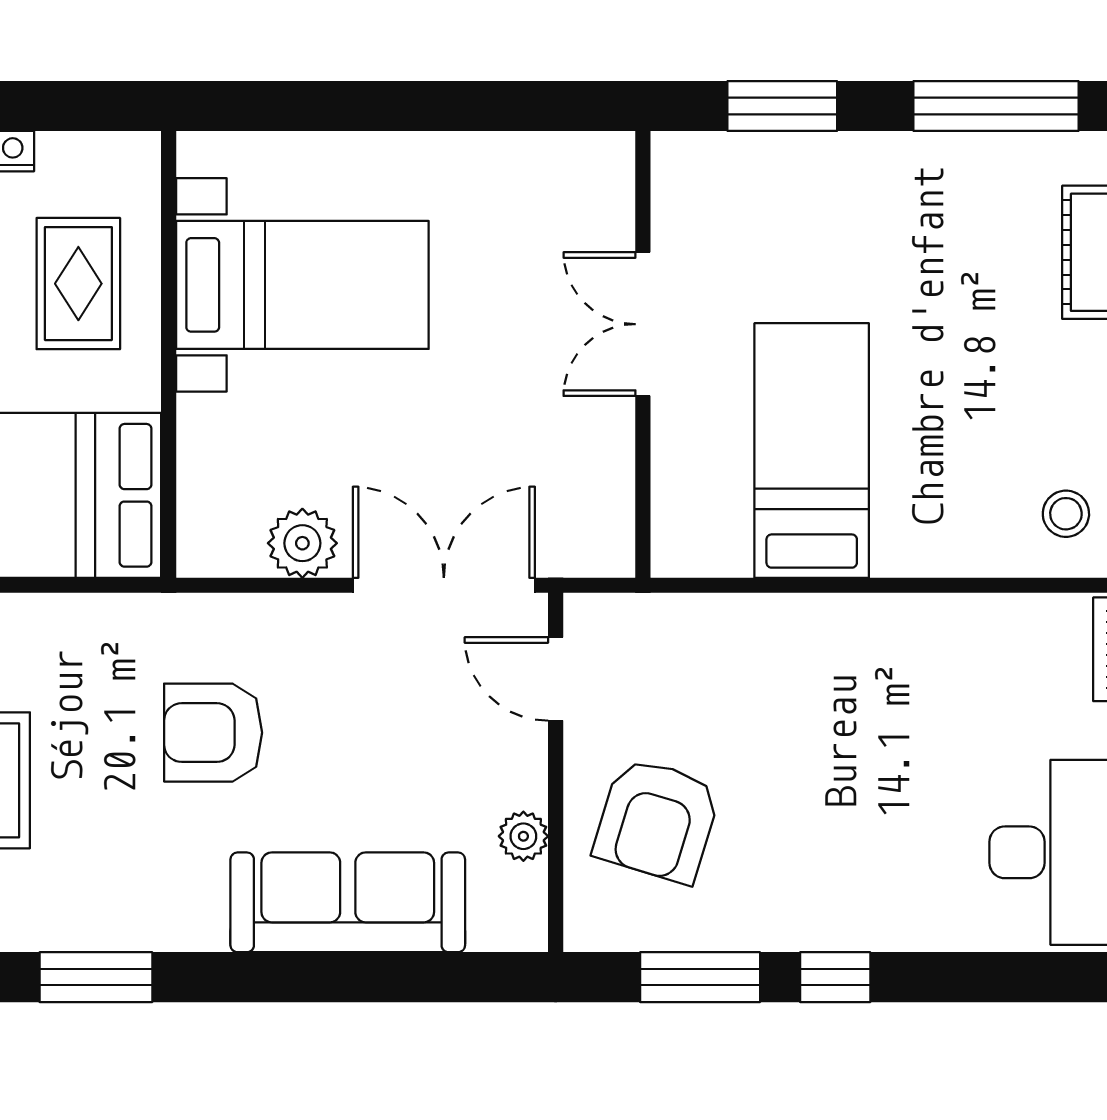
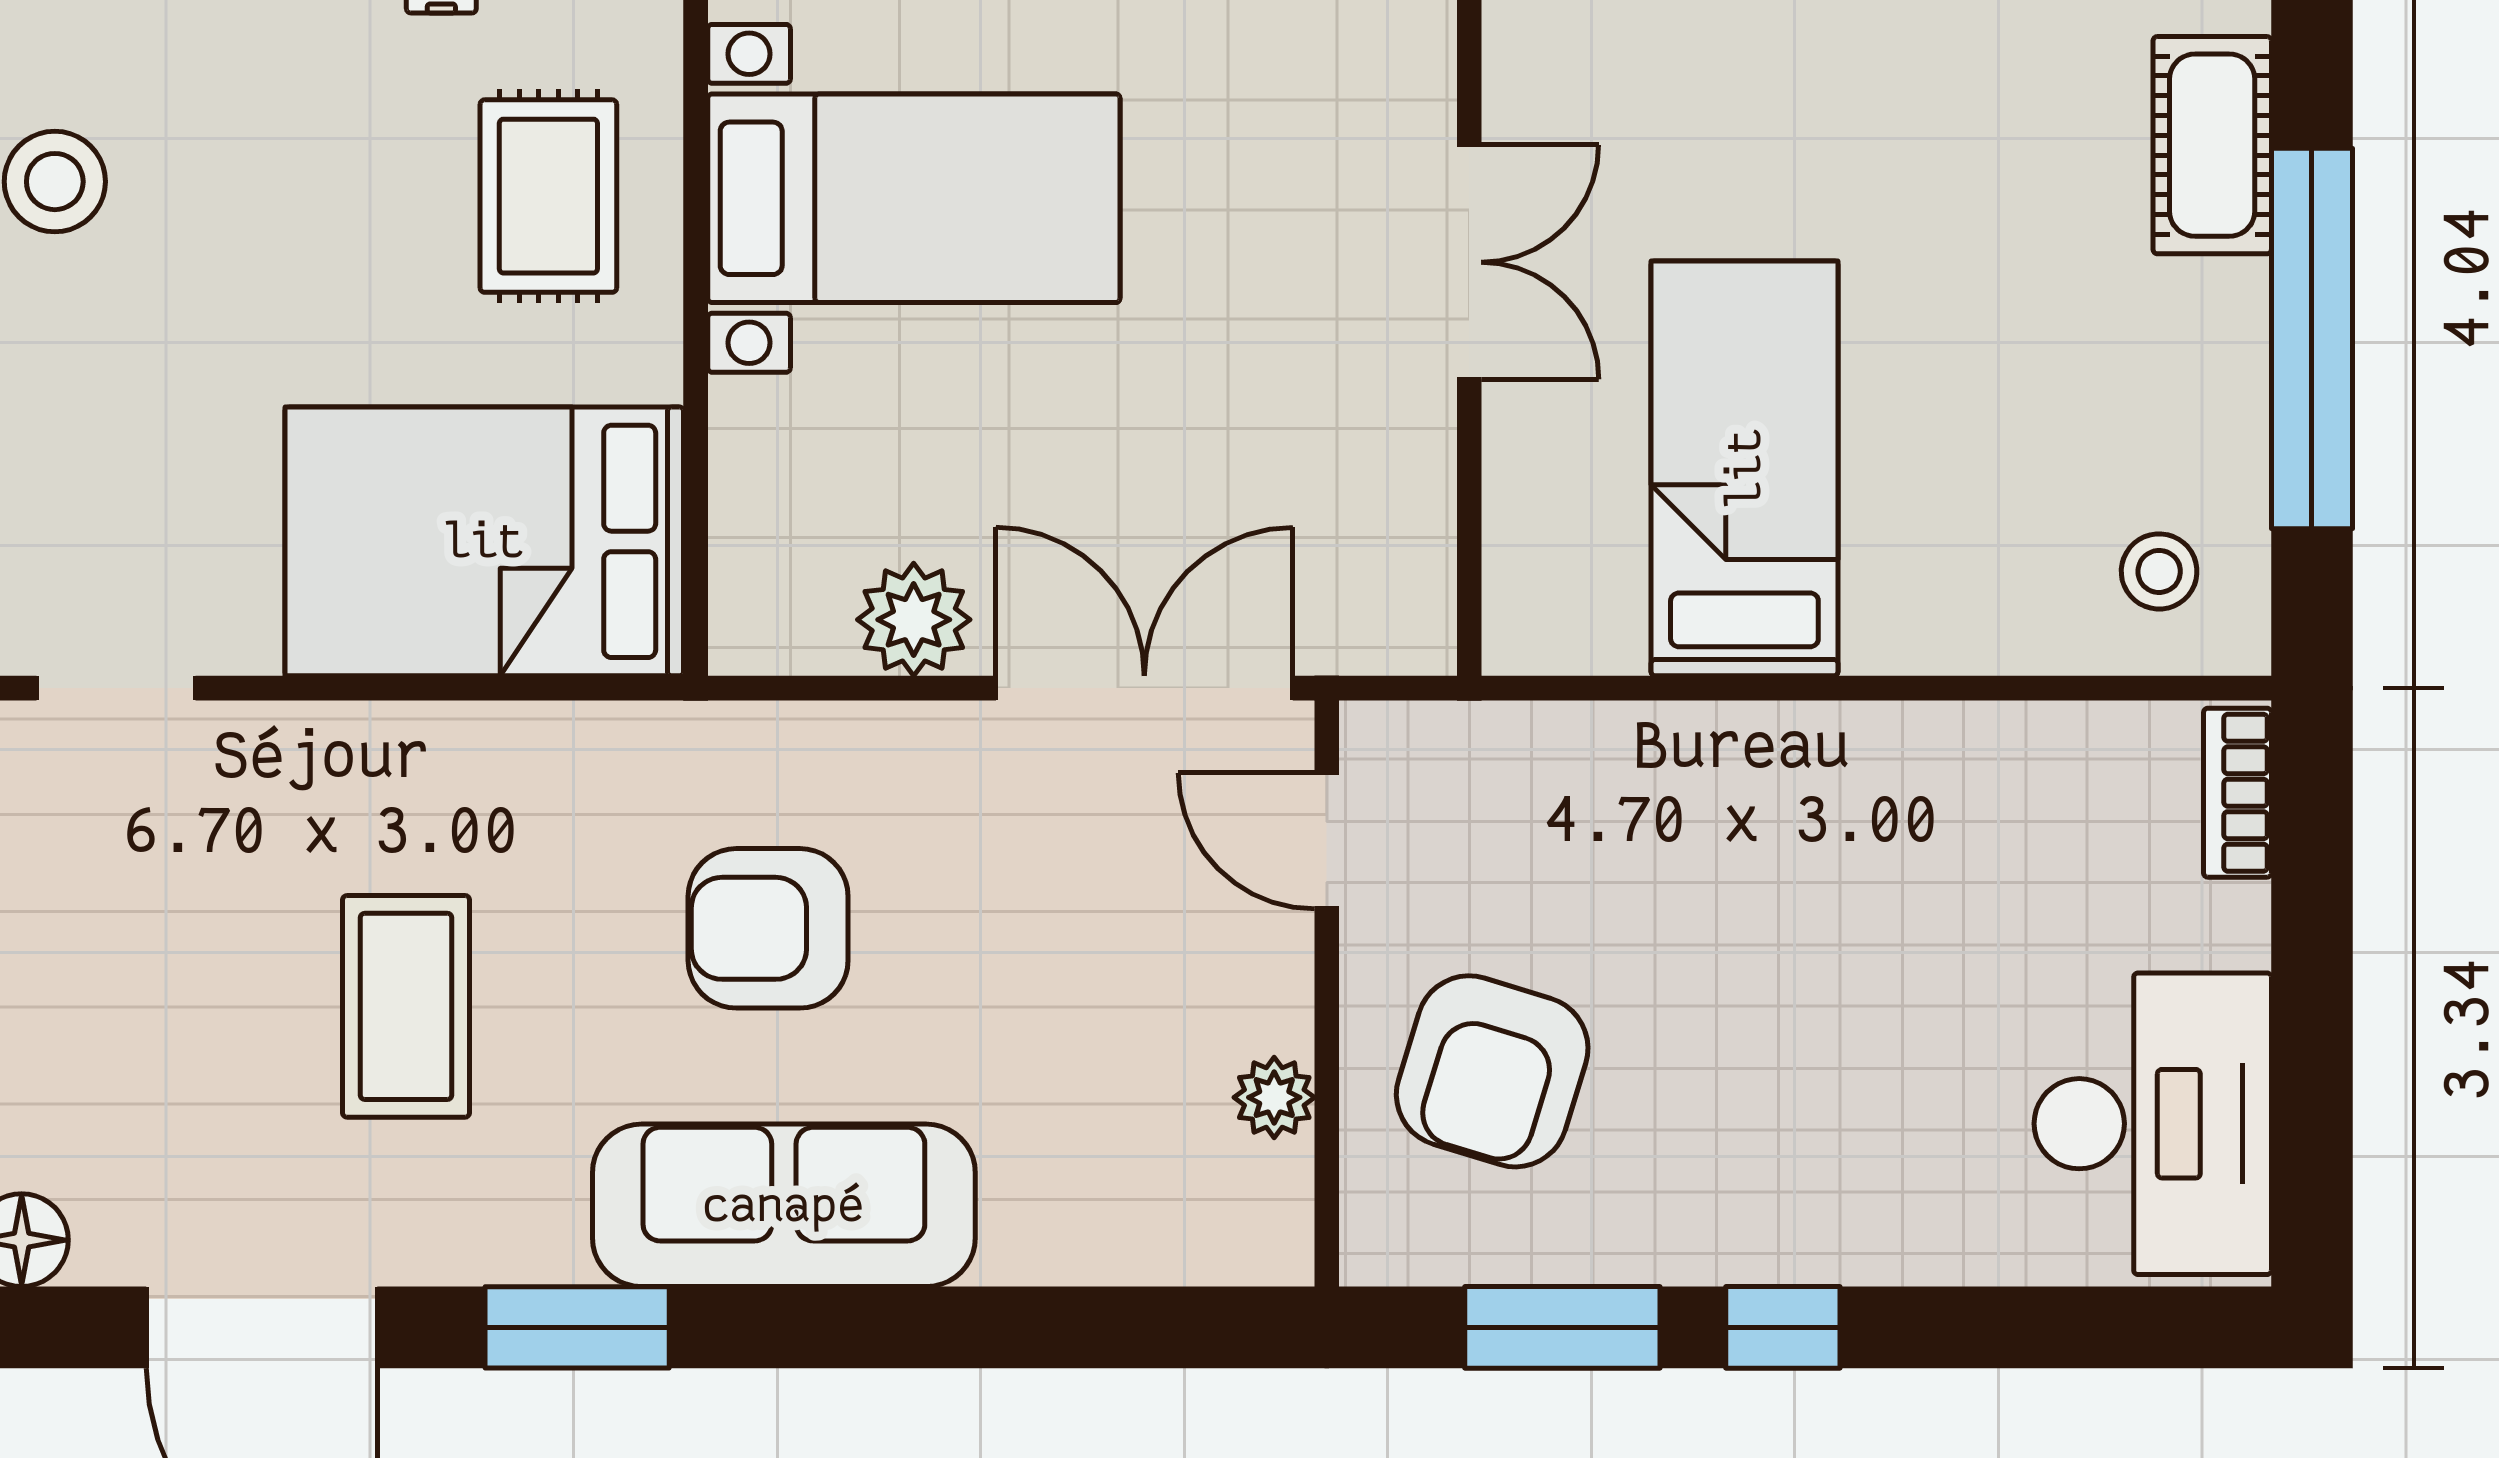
double door: (643, 324) -> (1469, 262), swing flipped
sofa: (348, 902) -> (784, 1205), moved

